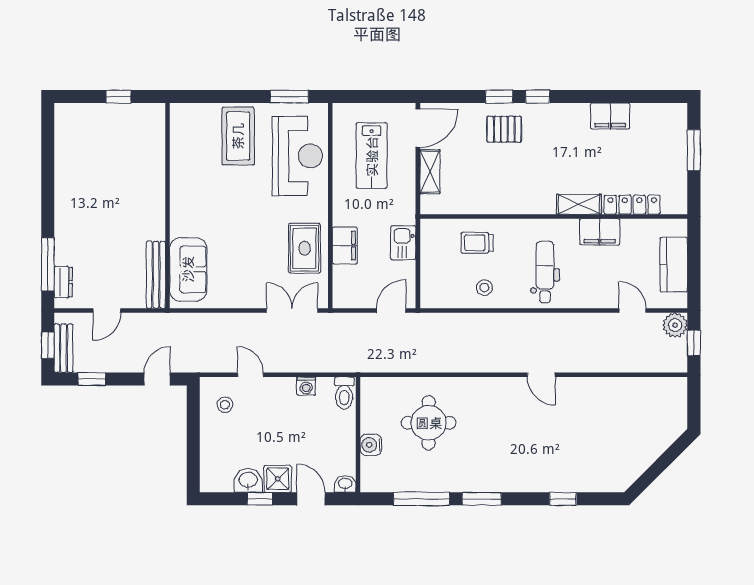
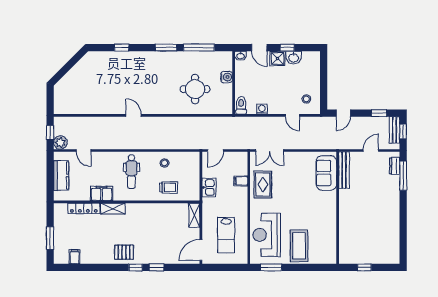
filing cabinet: (610, 116) -> (75, 257), moved, width x0.50
pallet: (504, 129) -> (124, 252), moved
lab bench: (372, 156) -> (226, 235), turned 180
shelving: (430, 172) -> (194, 215), moved
filing cabinet: (345, 245) -> (241, 181), width x0.50

